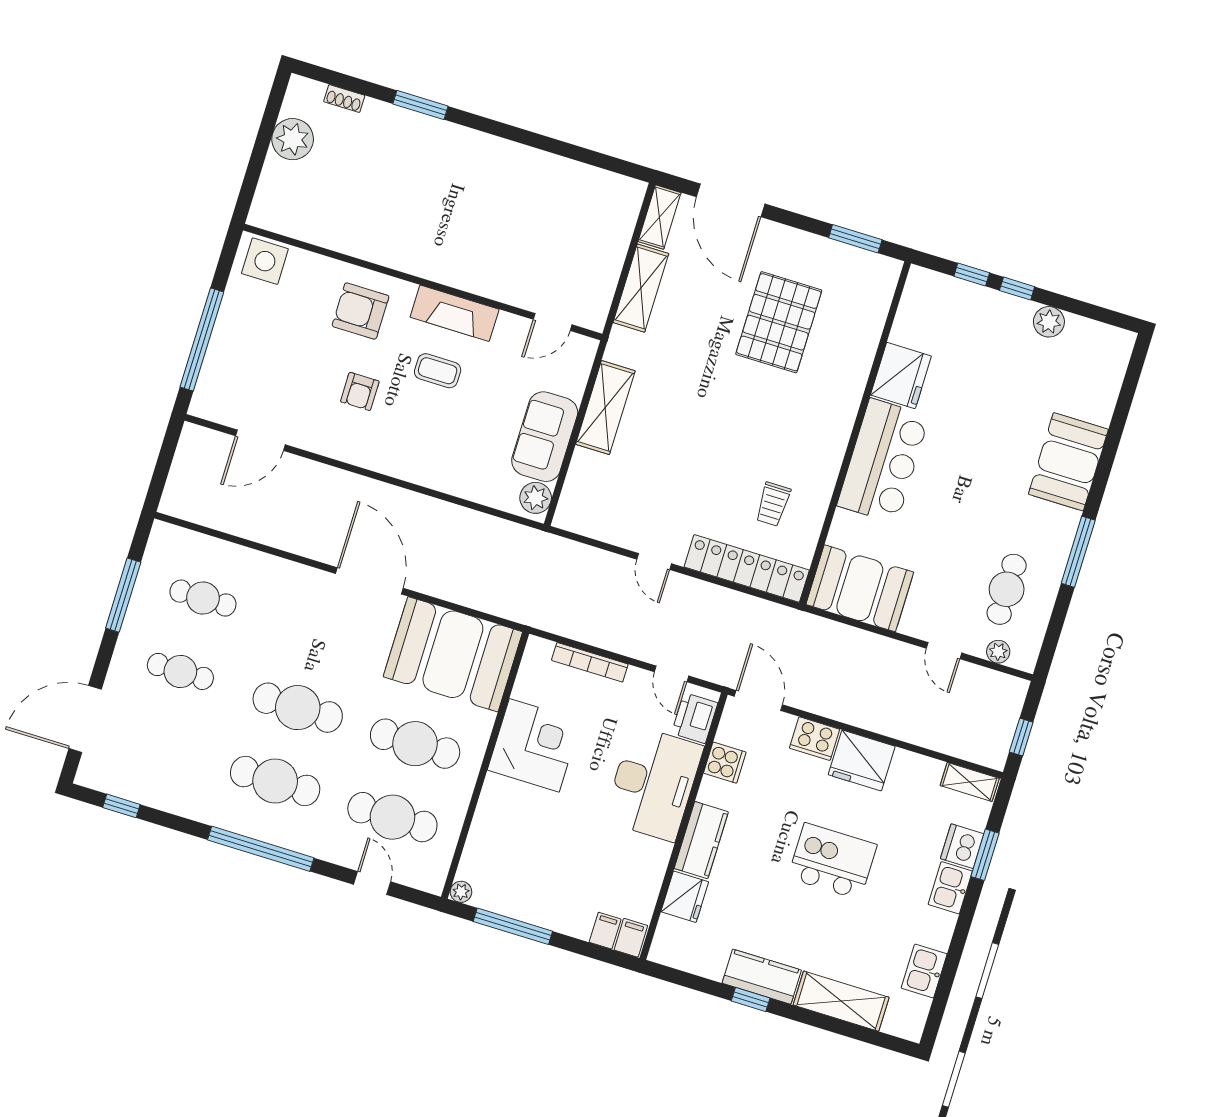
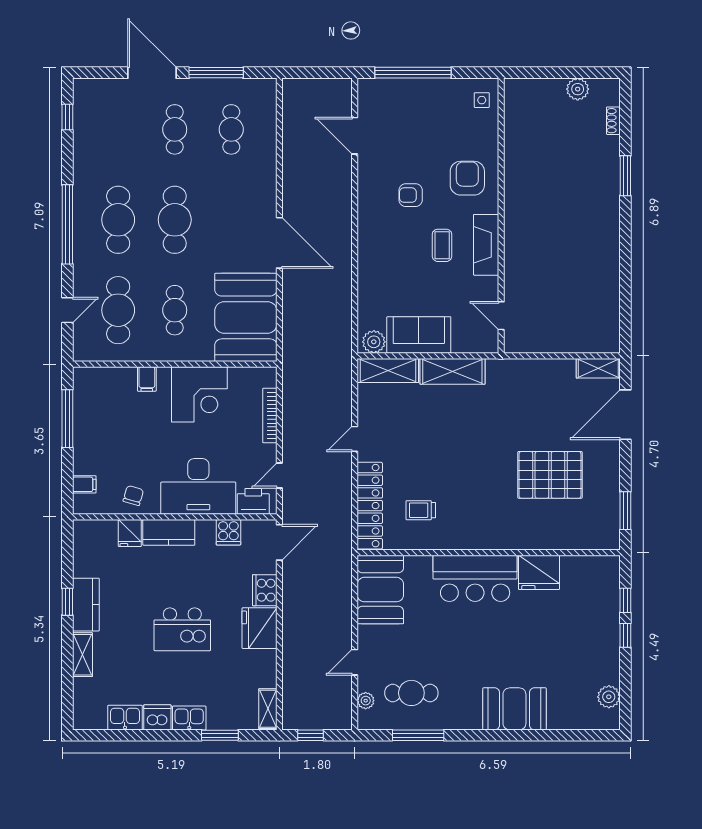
plant: (293, 139) -> (578, 89), width x0.73, depth x0.73
side table: (265, 261) -> (482, 100), width x0.54, depth x0.54
shelving: (641, 288) -> (388, 370), moved
plant: (1049, 322) -> (609, 697), moved
window: (1078, 552) -> (418, 735), moved
door: (369, 581) -> (279, 243), hinge flipped
door: (85, 719) -> (152, 73), moved
cafe table: (415, 744) -> (175, 310), width x0.73, depth x0.74
dishwasher: (962, 846) -> (157, 717), moved
kitchen island: (832, 861) -> (182, 629), turned 90
chair: (639, 871) -> (133, 496), added
plant: (461, 892) -> (80, 375), removed
fridge: (685, 897) -> (130, 533), width x0.72
filing cabinet: (631, 938) -> (147, 379), moved, turned 90
shelving: (841, 1001) -> (82, 655), width x0.67, depth x0.75

